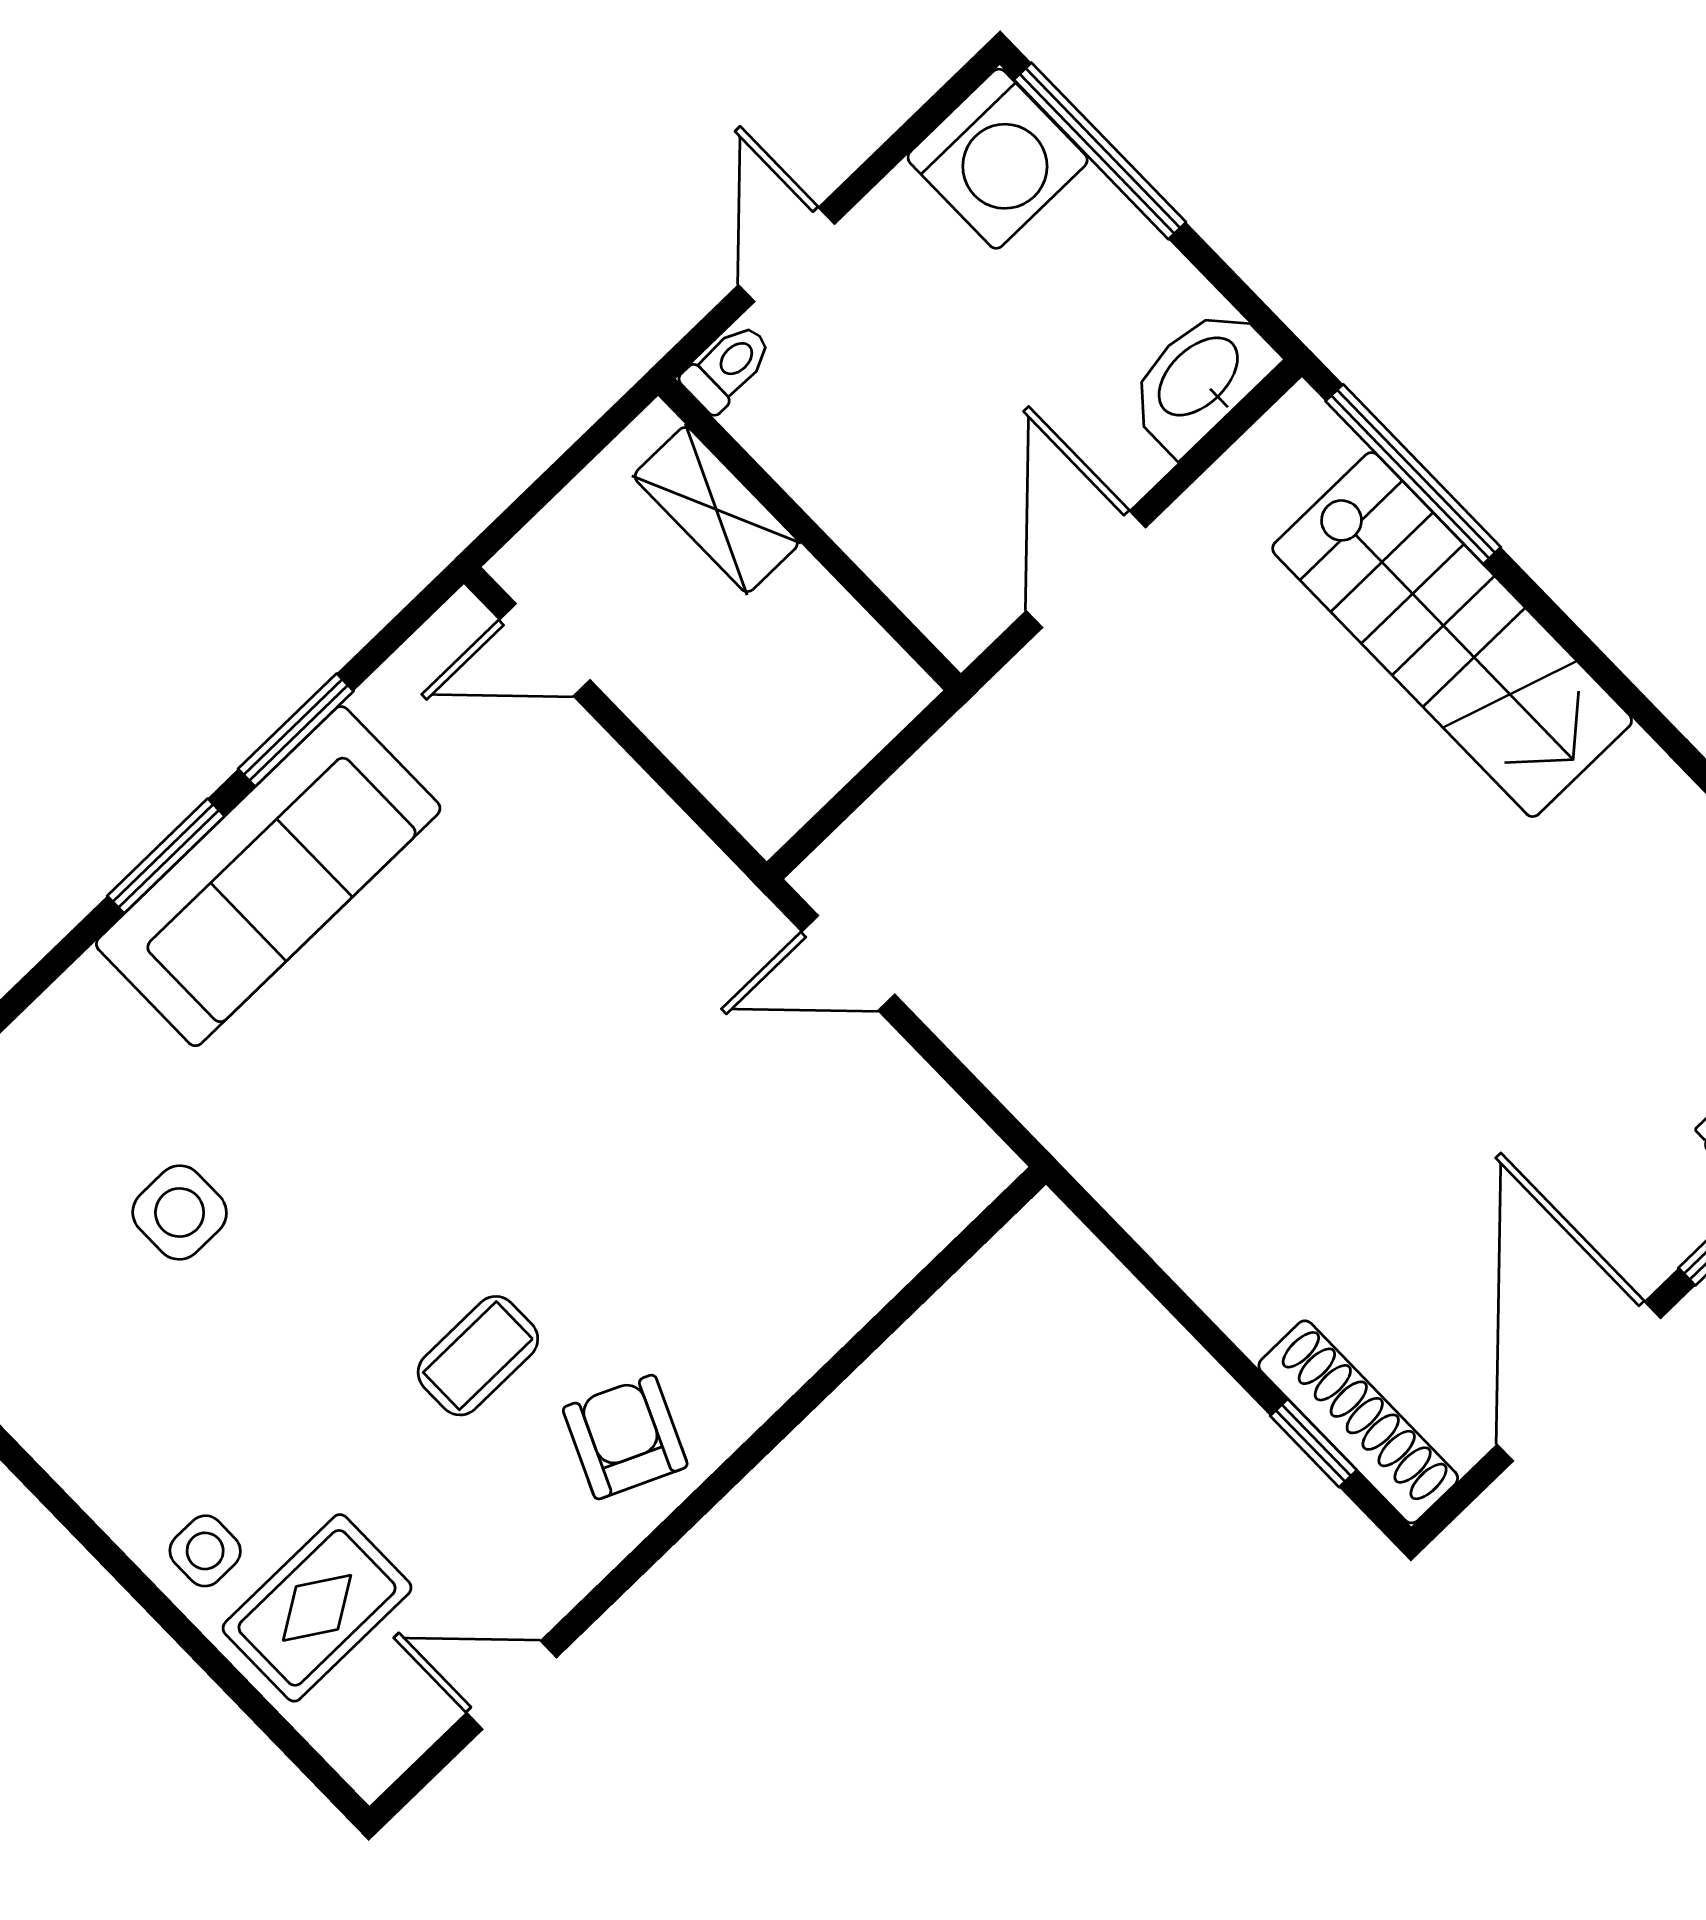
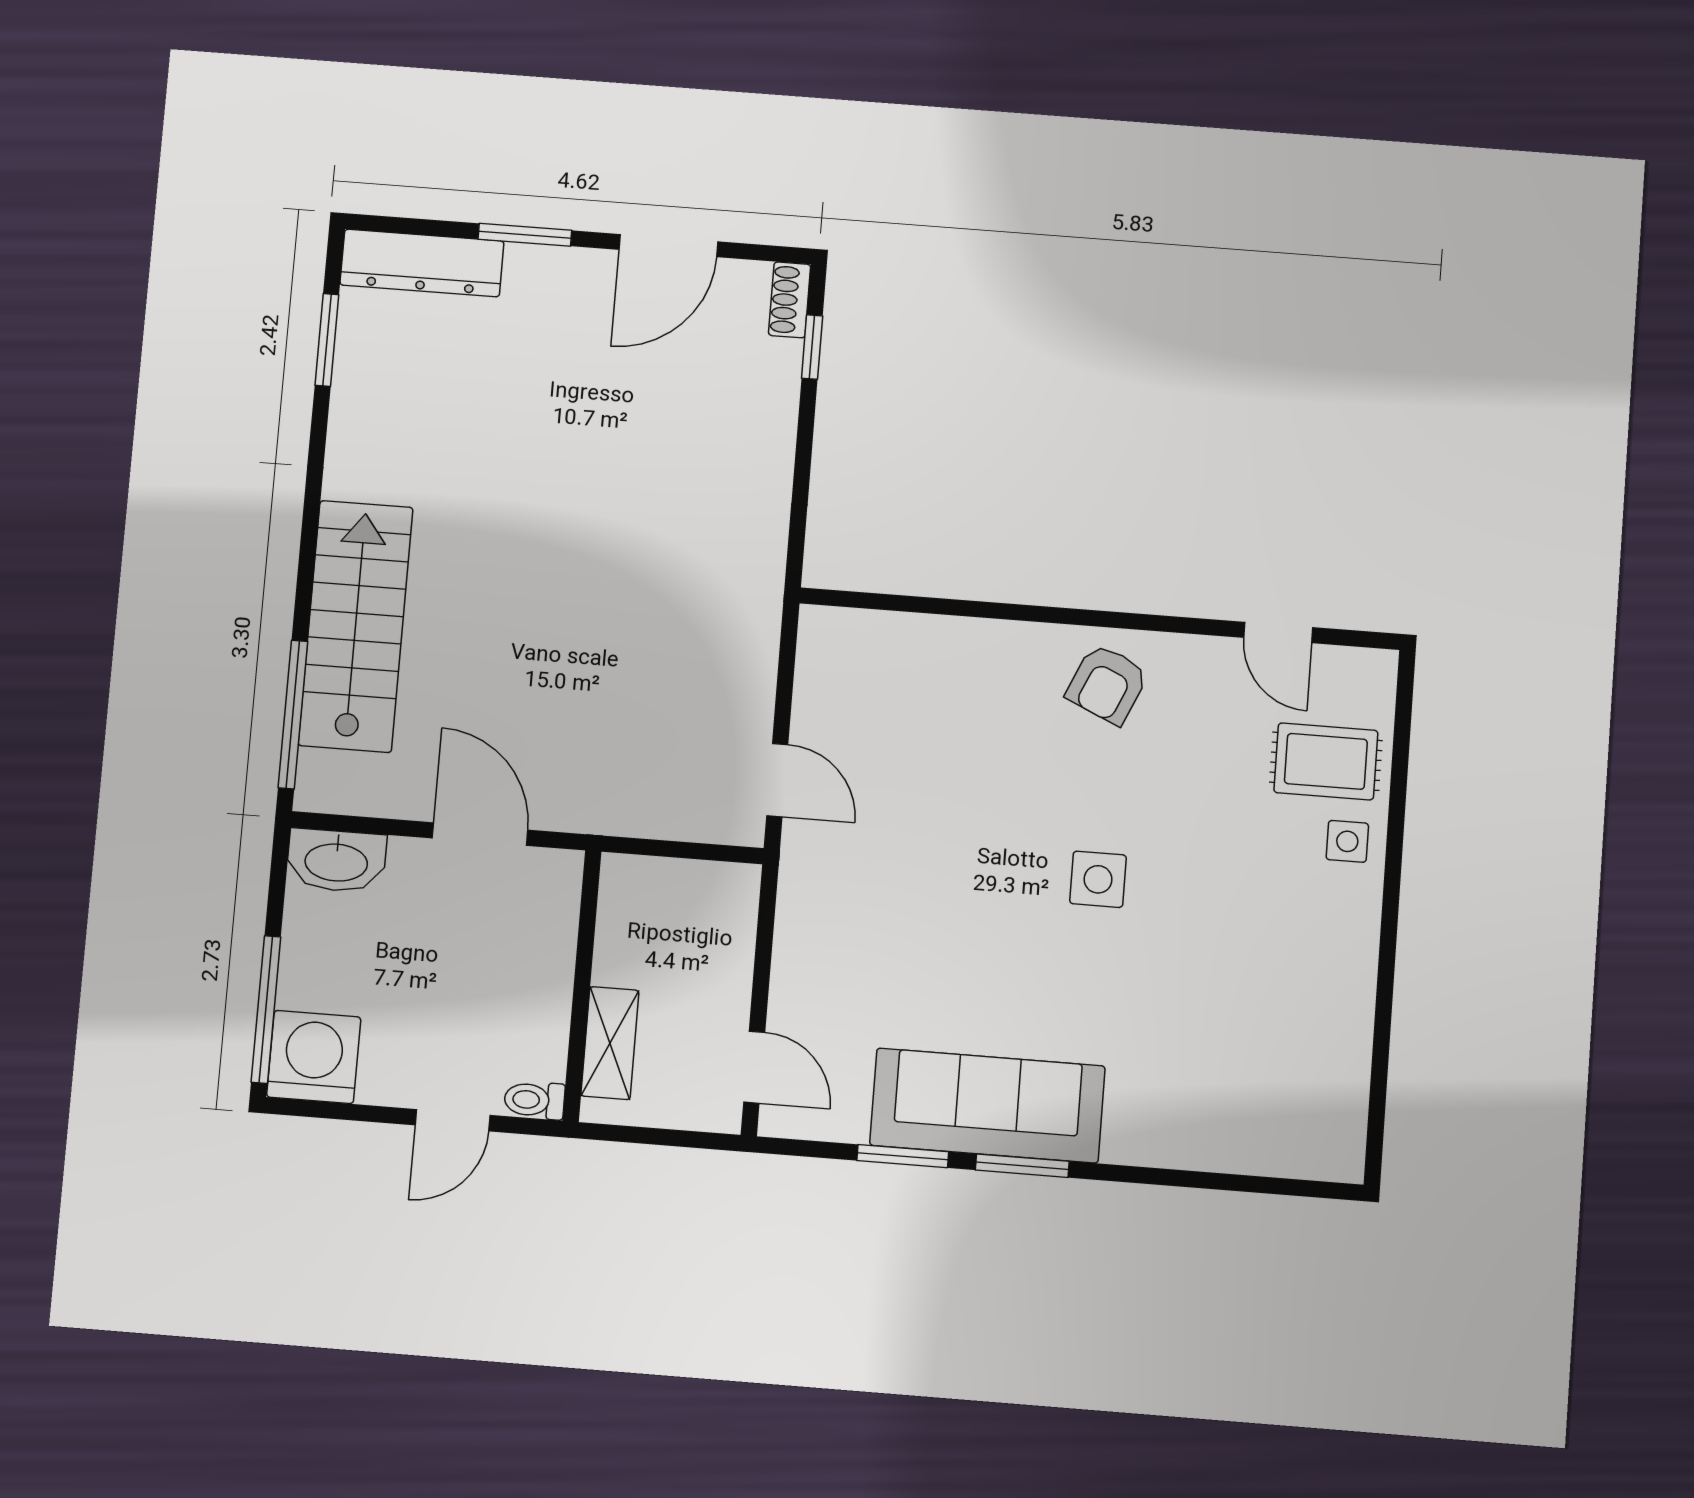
door: (1086, 569) -> (480, 834), swing flipped
side table: (180, 1212) -> (1098, 879), moved
coffee table: (478, 1356) -> (1132, 792), removed
door: (1579, 1381) -> (668, 246), width x0.73
shoe rack: (1358, 1422) -> (790, 300), width x0.51, depth x0.81

